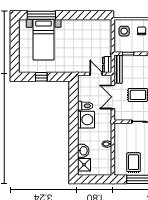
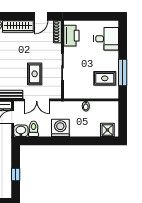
toilet: (85, 106) -> (34, 129), moved
washbasin: (83, 151) -> (21, 131), moved

